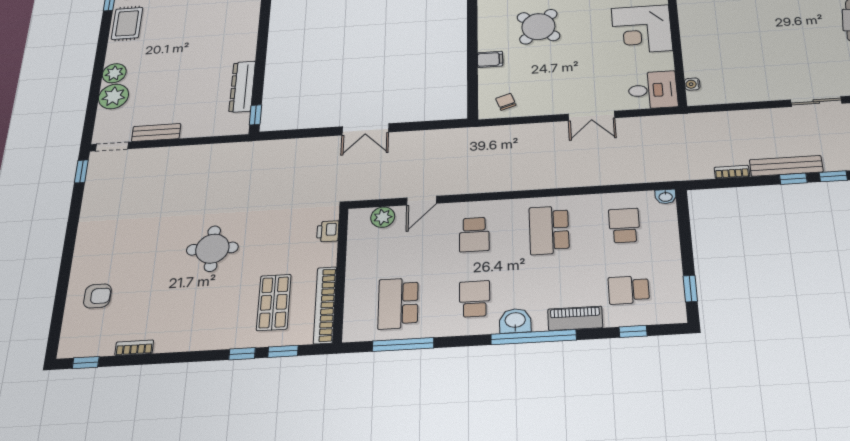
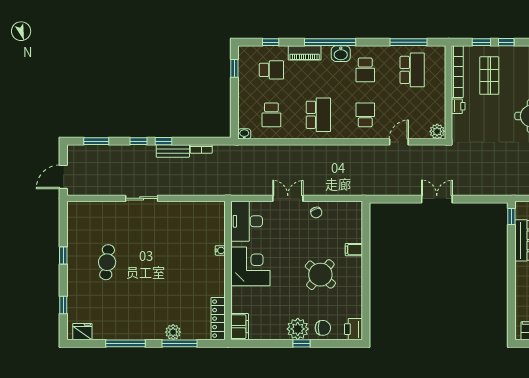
water cooler: (692, 84) -> (220, 250), moved
desk: (653, 90) -> (247, 221), width x1.37
chair: (506, 102) -> (316, 212), moved
bench: (786, 166) -> (173, 151), width x0.73
plant: (383, 217) -> (437, 131), moved
printer: (328, 231) -> (458, 106), moved

